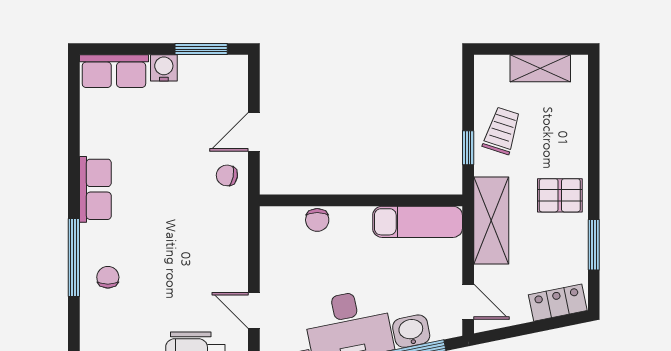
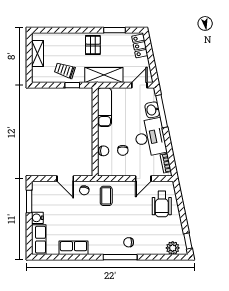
row of seats: (95, 189) -> (73, 248), moved
coffee table: (214, 226) -> (106, 196), added
chair: (319, 264) -> (123, 150), added

